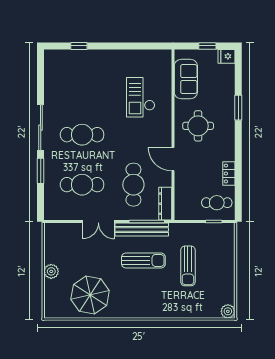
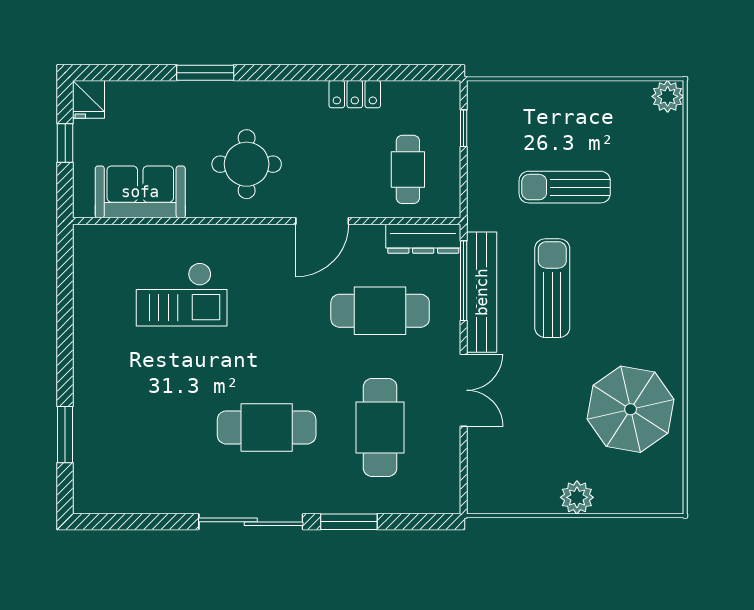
window: (79, 46) -> (65, 435), width x1.50
cafe table: (82, 135) -> (267, 427), turned 90
cafe table: (217, 203) -> (408, 169), moved
sun lounger: (188, 266) -> (565, 187), turned 180

